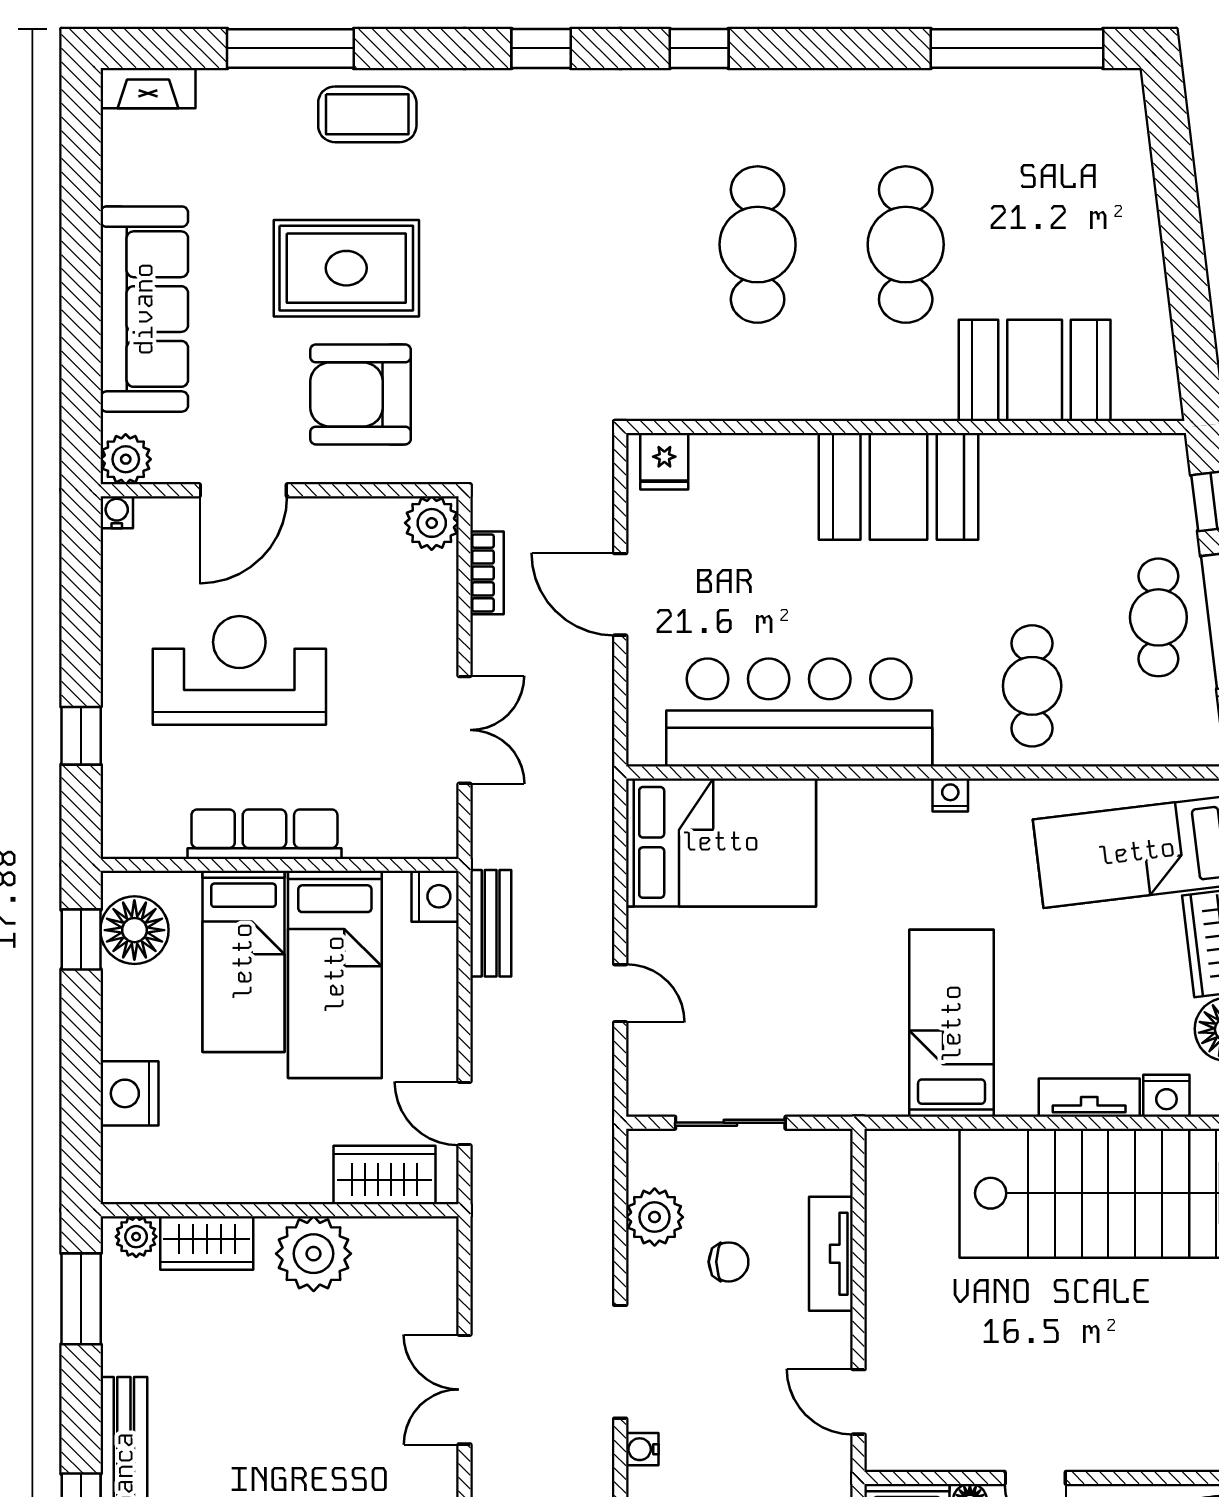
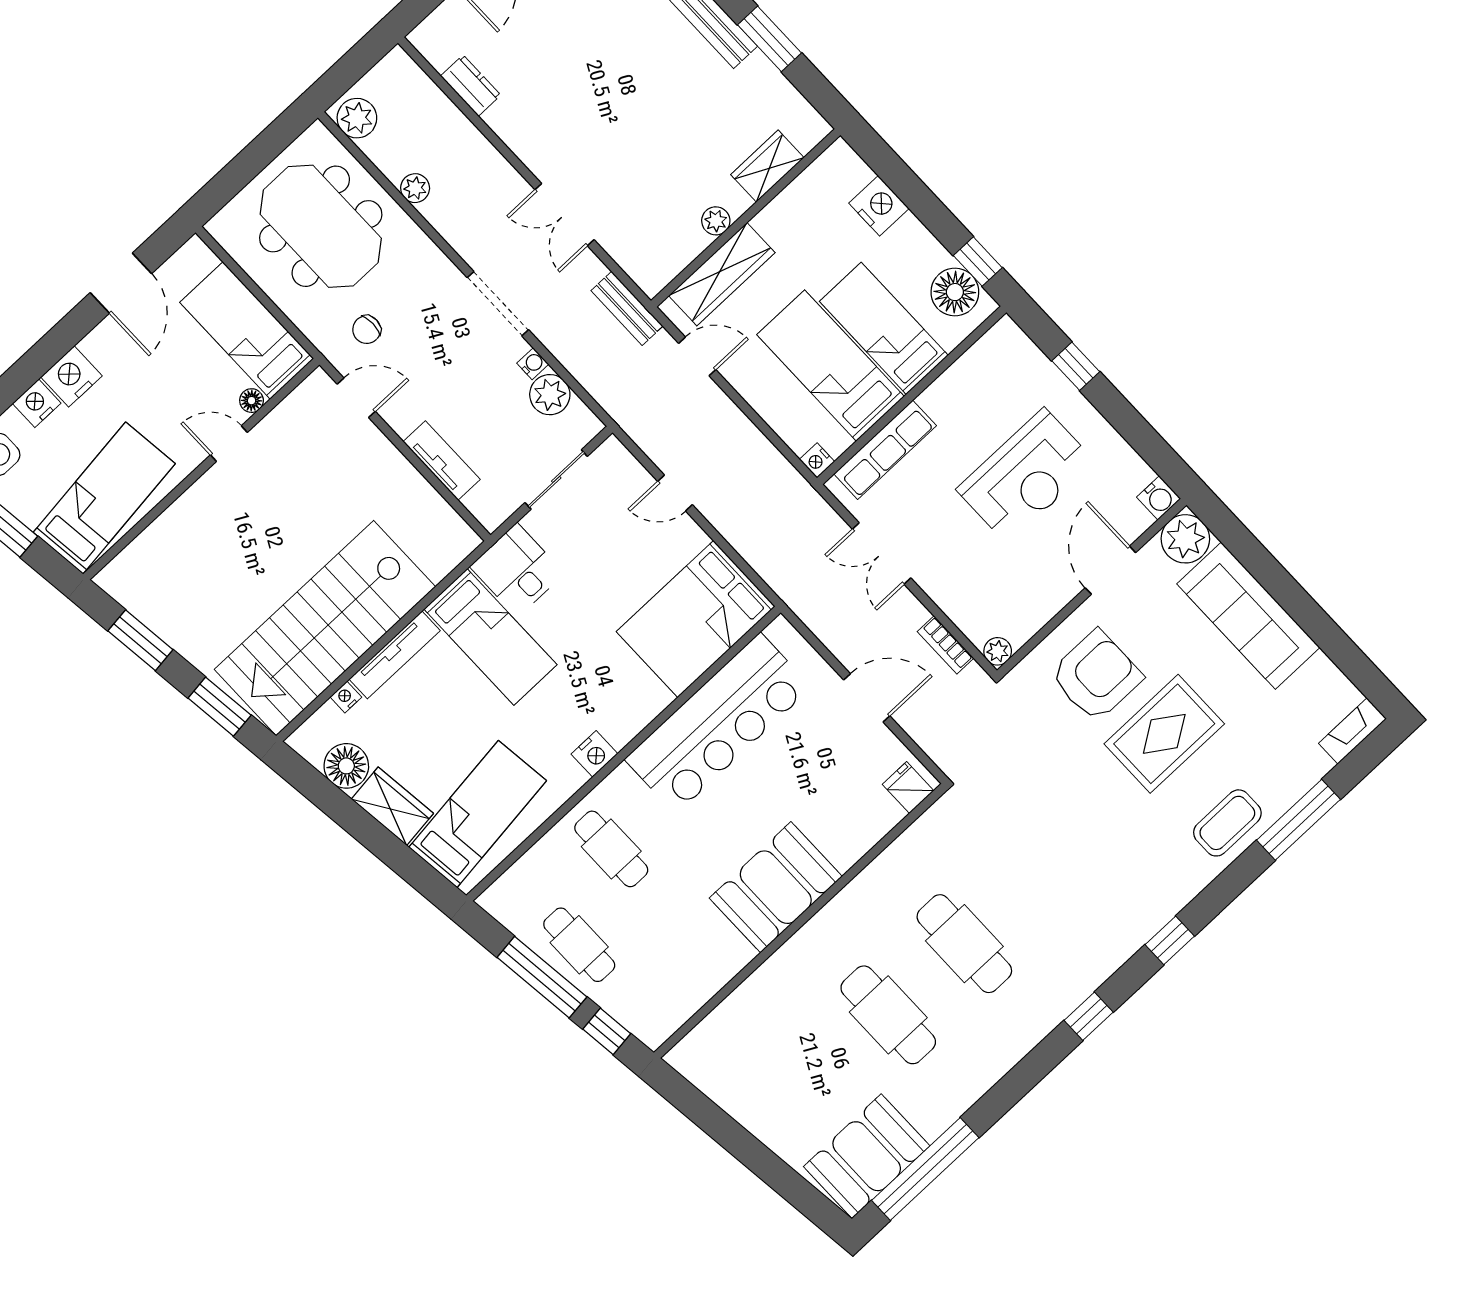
booth: (1035, 370) -> (867, 1156), moved
plant: (126, 459) -> (1185, 539), width x1.36, depth x1.36
water cooler: (117, 512) -> (1159, 498), width x1.38, depth x1.38
plant: (432, 523) -> (998, 651), width x0.73, depth x0.73
nightstand: (950, 795) -> (594, 754), width x1.39, depth x1.35
row of seats: (264, 834) -> (885, 450), moved
nightstand: (435, 896) -> (817, 461), width x0.72, depth x0.74
bench: (491, 923) -> (627, 308), moved
desk: (859, 1067) -> (517, 570), added
nightstand: (1166, 1096) -> (346, 697), width x0.72, depth x0.74
tv unit: (1089, 1098) -> (395, 655), width x1.41
wardrobe: (384, 1175) -> (722, 274), width x1.50
plant: (136, 1237) -> (807, 135), removed
plant: (314, 1254) -> (716, 221), width x0.53, depth x0.53
chair: (729, 1262) -> (367, 330), moved
window: (81, 1299) -> (769, 39), moved
double door: (464, 1390) -> (565, 215), swing flipped
water cooler: (642, 1449) -> (533, 364), moved

